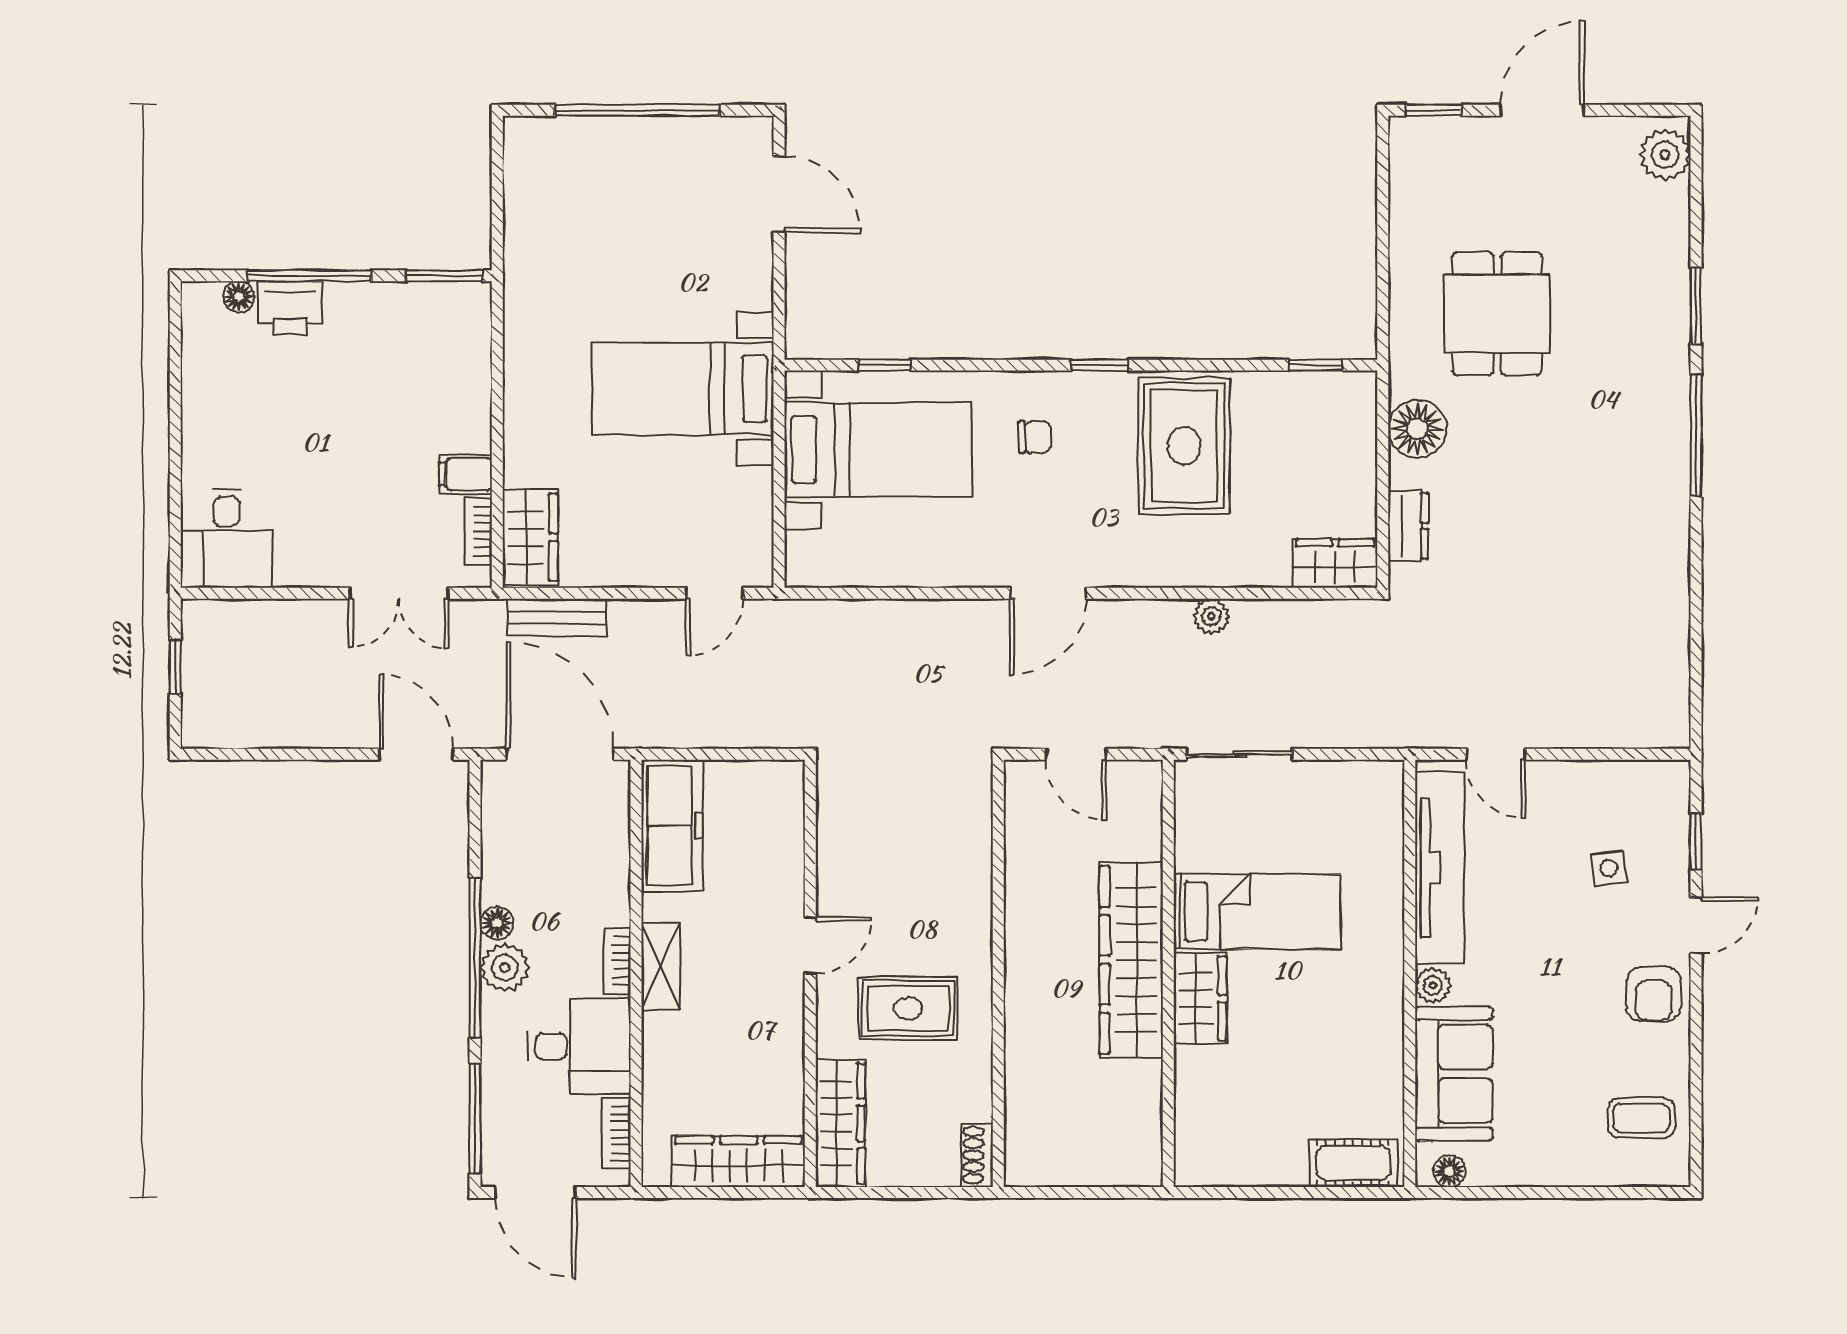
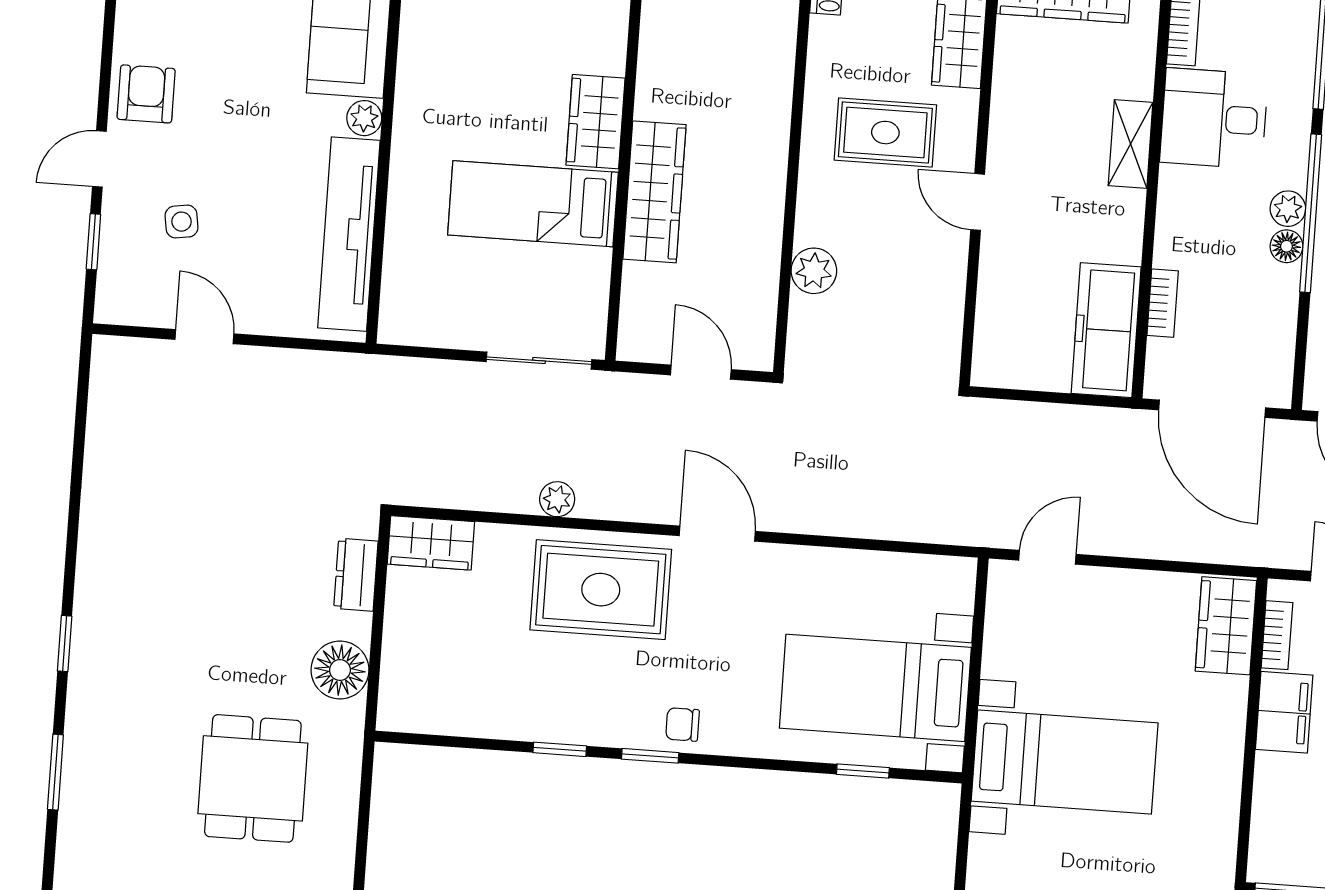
window: (1316, 365) -> (560, 749), moved
window: (1696, 436) -> (65, 644), width x0.46
chair: (1034, 437) -> (682, 724), moved
rug: (1184, 446) -> (601, 590), moved, turned 90
filing cabinet: (466, 474) -> (1284, 712), width x2.00
door: (1048, 593) -> (717, 534), hinge flipped
bench: (557, 618) -> (1206, 544), removed
door: (1496, 754) -> (204, 337), moved
plant: (970, 864) -> (814, 271), added
door: (810, 945) -> (978, 202), hinge flipped
wardrobe: (1131, 960) -> (654, 192), width x0.71, depth x0.85
bookcase: (617, 961) -> (1163, 303), moved
shelving: (661, 966) -> (1131, 144), moved
plant: (505, 968) -> (1288, 209), width x0.73, depth x0.73

